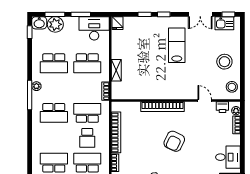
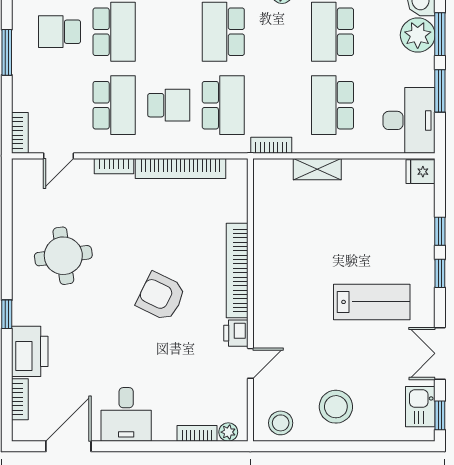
printer: (222, 107) -> (236, 333), moved
school desk: (87, 138) -> (169, 105), turned 180

